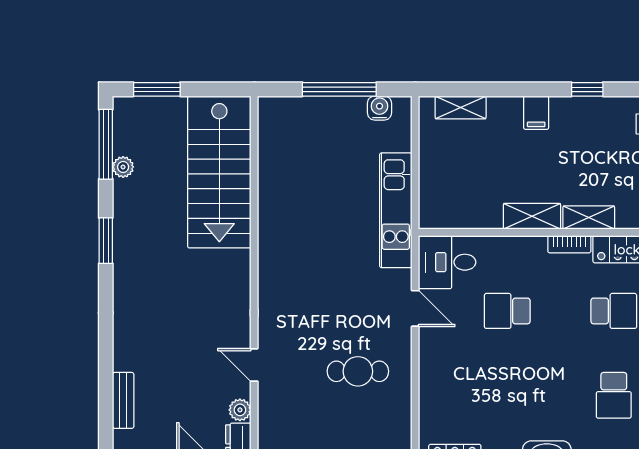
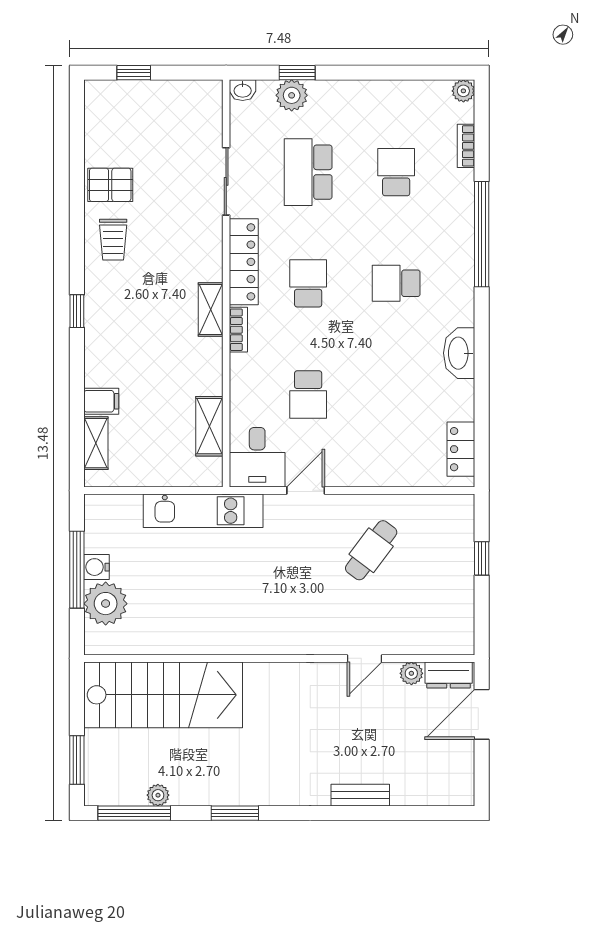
water cooler: (379, 108) -> (96, 567), moved
filing cabinet: (536, 113) -> (101, 401), moved
plant: (307, 117) -> (106, 604), added
shelving: (532, 216) -> (209, 426), moved
cafe table: (358, 371) -> (371, 550), turned 37
school desk: (614, 395) -> (396, 283), turned 180
bench: (123, 400) -> (360, 795), moved

